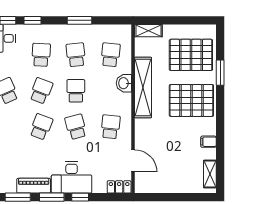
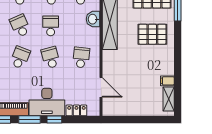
school desk: (41, 91) -> (20, 26), turned -45
pallet: (191, 100) -> (152, 34), width x0.73, depth x0.71
filing cabinet: (208, 142) -> (167, 81), moved
locker: (119, 187) -> (76, 110), moved

